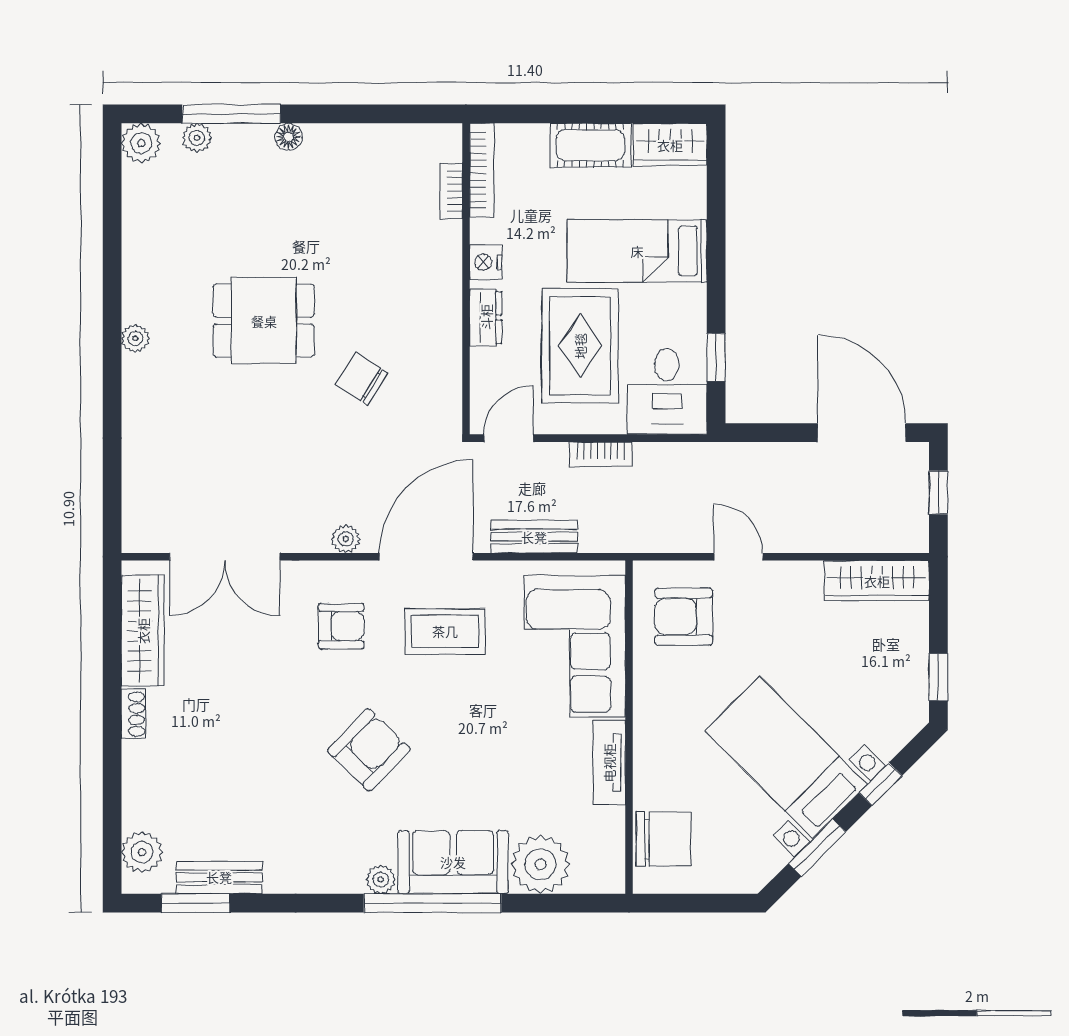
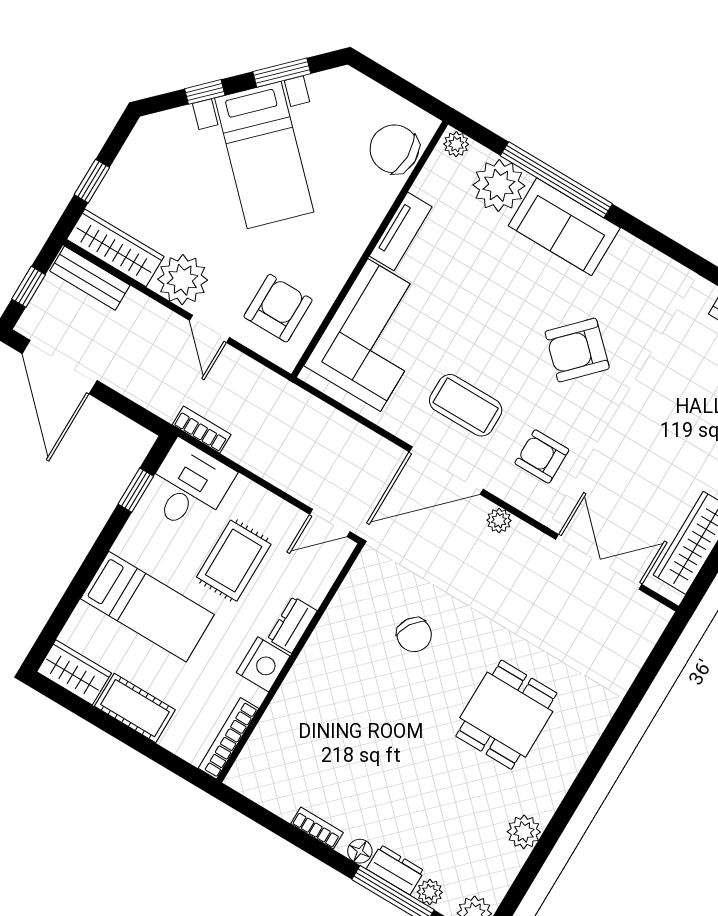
dresser: (243, 139) -> (395, 870), added
bookcase: (451, 191) -> (317, 828), moved, turned -90
nightstand: (486, 262) -> (263, 664), width x1.36, depth x1.33
dining table: (264, 321) -> (506, 715), moved, turned 90
plant: (135, 338) -> (524, 832), moved, width x1.38, depth x1.38
rug: (580, 346) -> (234, 561), width x0.73, depth x0.70
bookcase: (601, 454) -> (202, 430), moved
bench: (534, 537) -> (90, 278), moved
plant: (793, 589) -> (183, 280), added
armchair: (684, 617) -> (278, 308), turned -90
window: (938, 677) -> (92, 181), moved
plant: (381, 880) -> (456, 144), moved
window: (433, 903) -> (556, 180), moved

